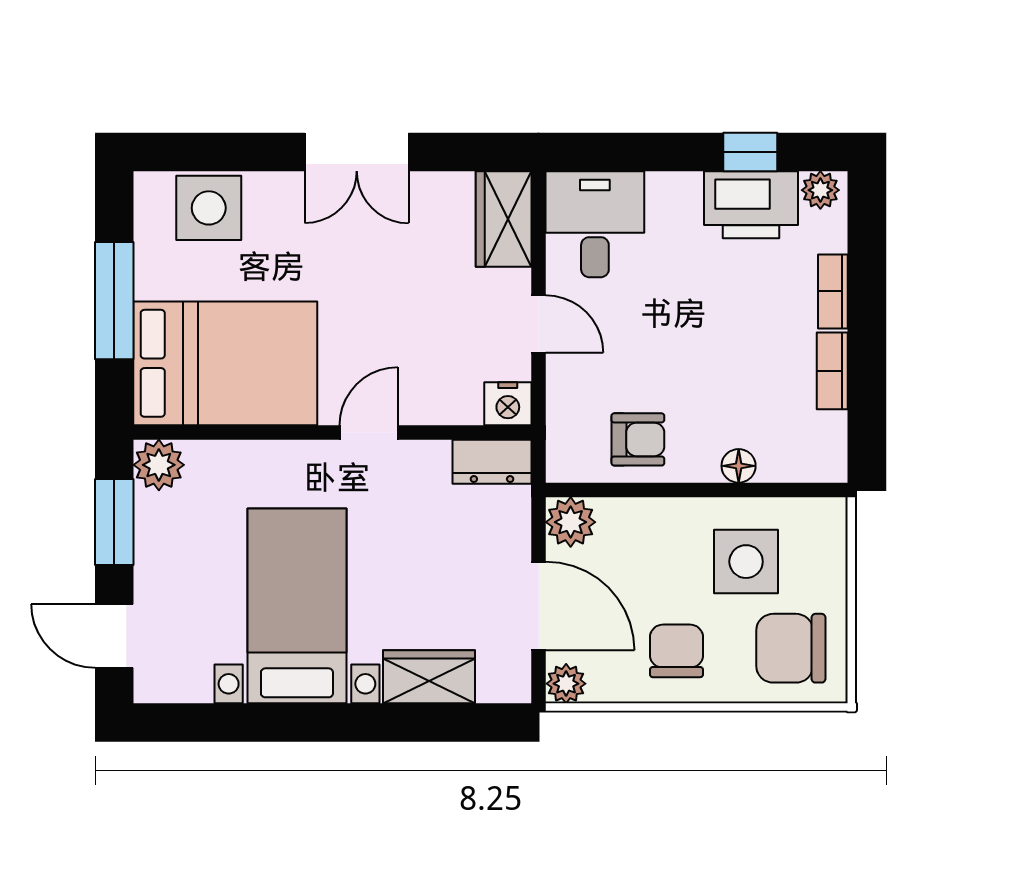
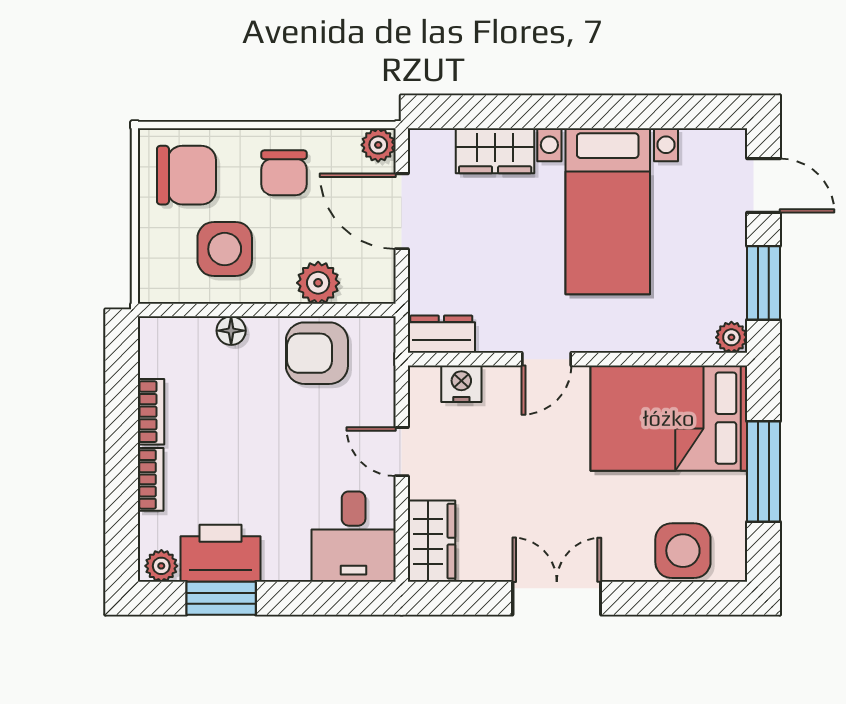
window: (750, 152) -> (221, 598), width x1.50
nightstand: (508, 404) -> (461, 384), moved
armchair: (638, 439) -> (317, 353), width x1.38, depth x1.38
plant: (159, 465) -> (731, 337), width x0.73, depth x0.73
plant: (571, 522) -> (318, 283), moved

